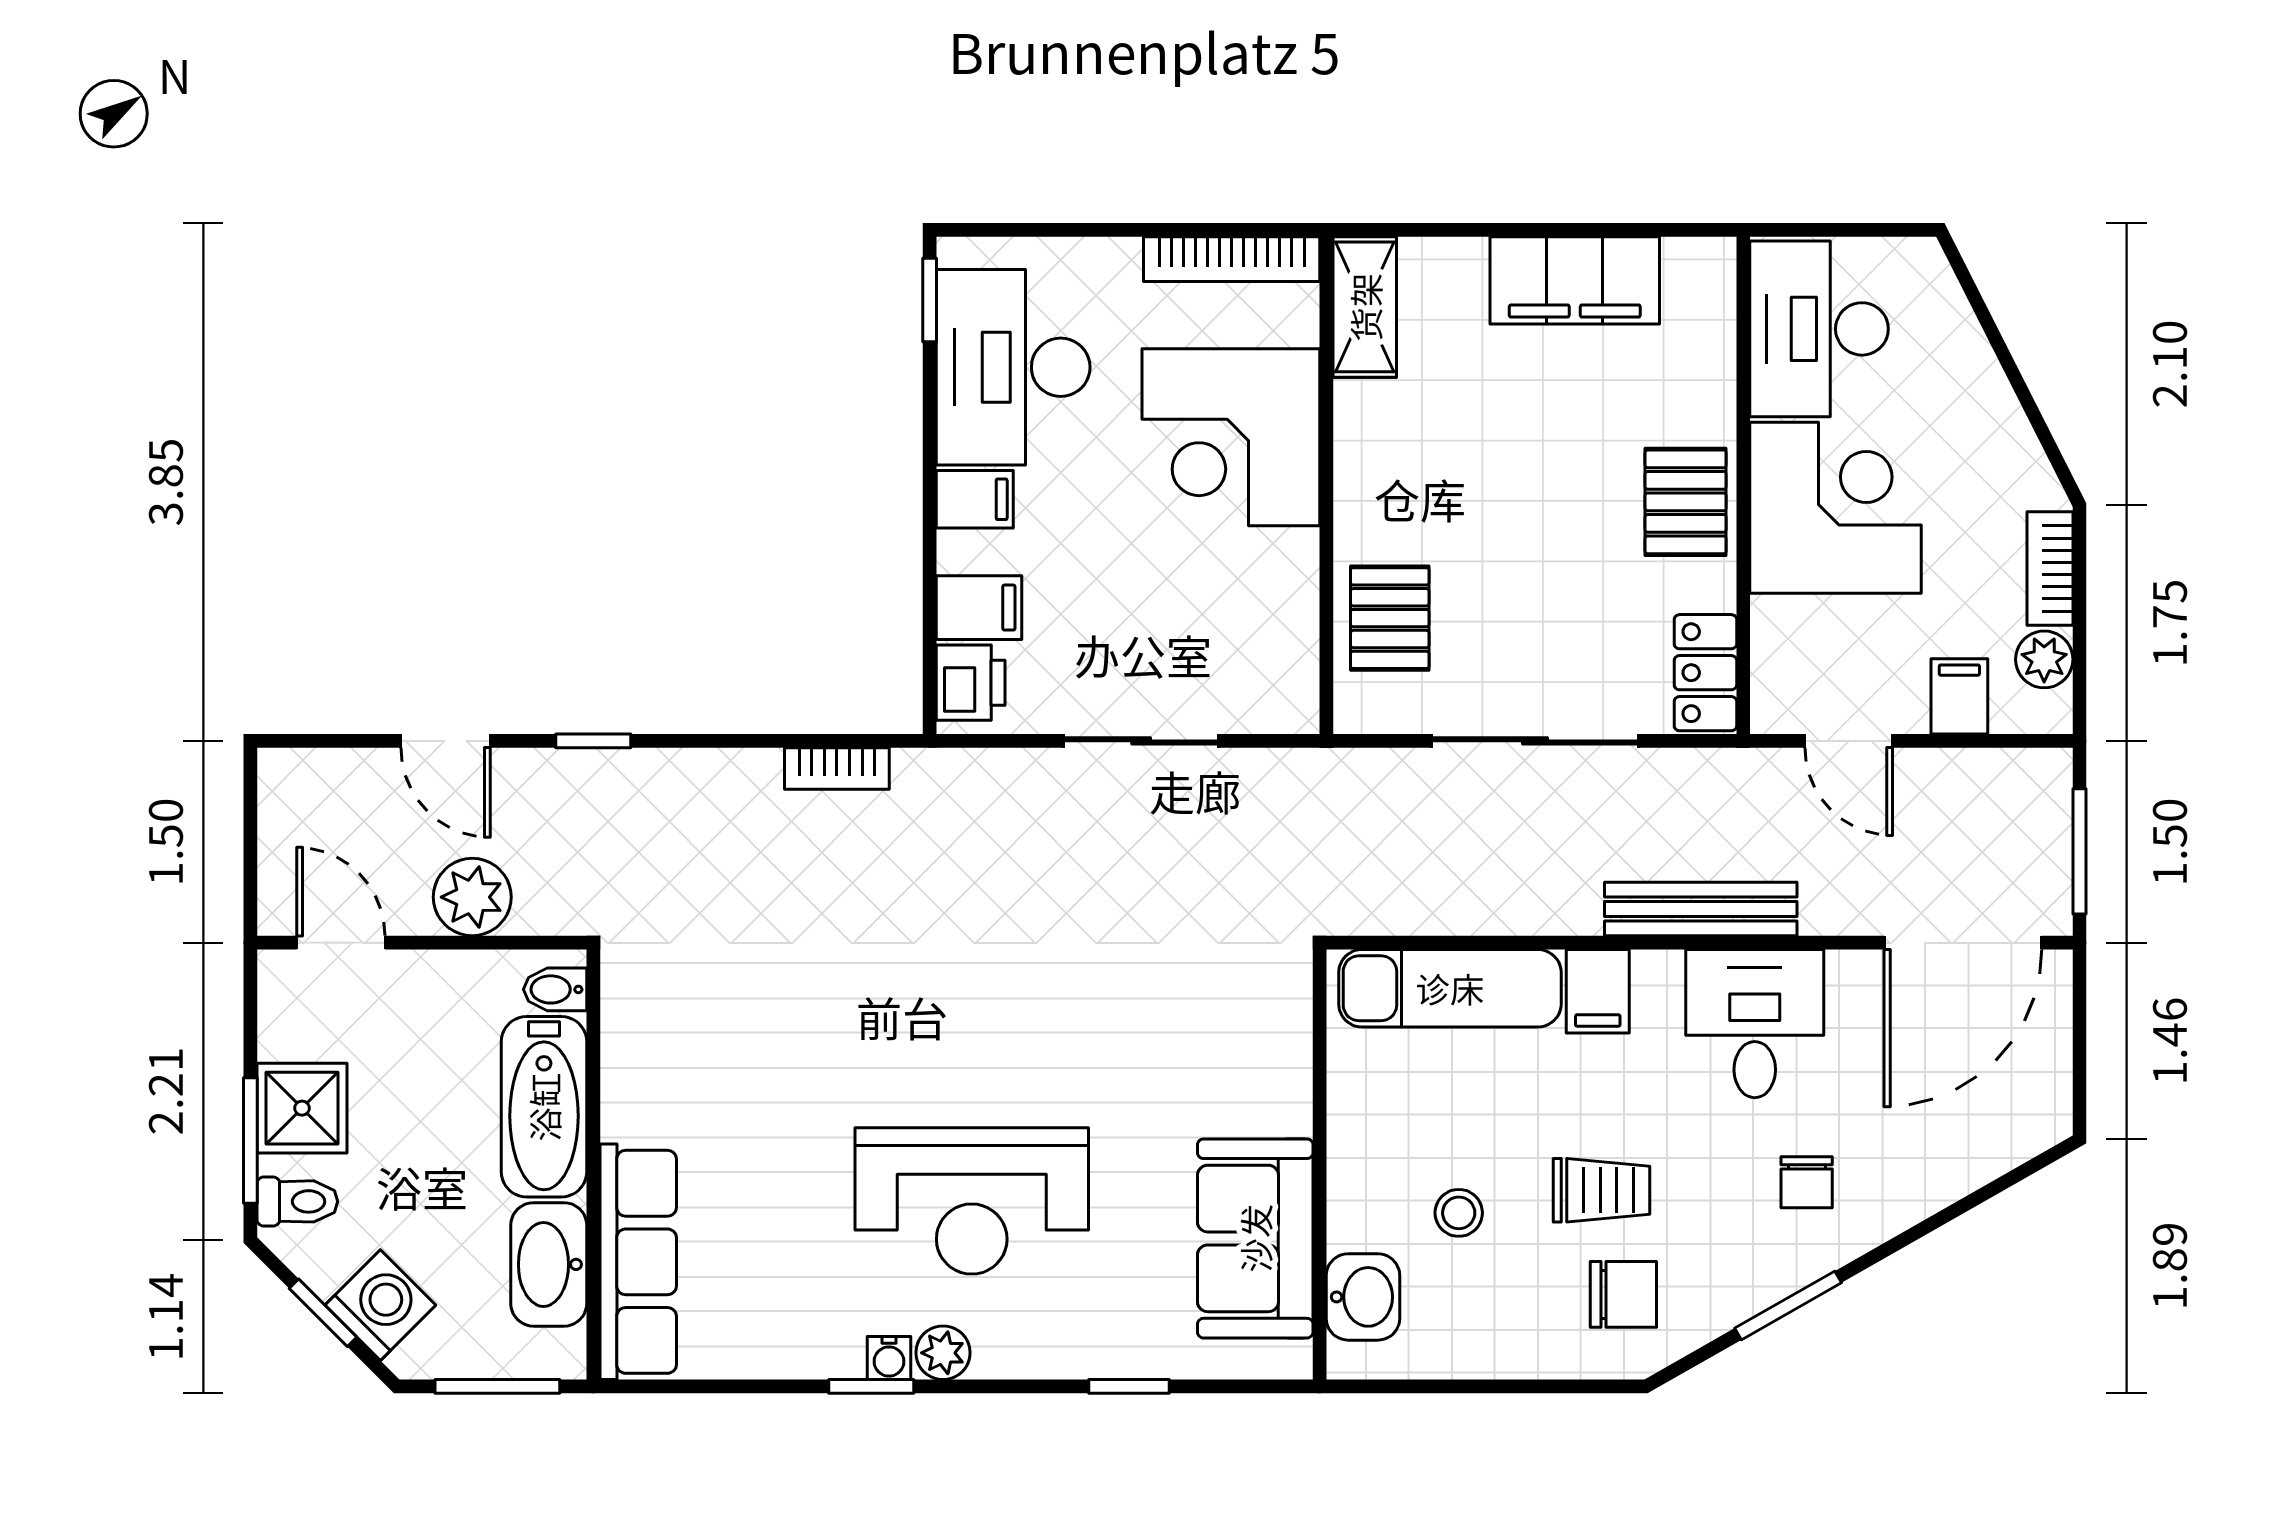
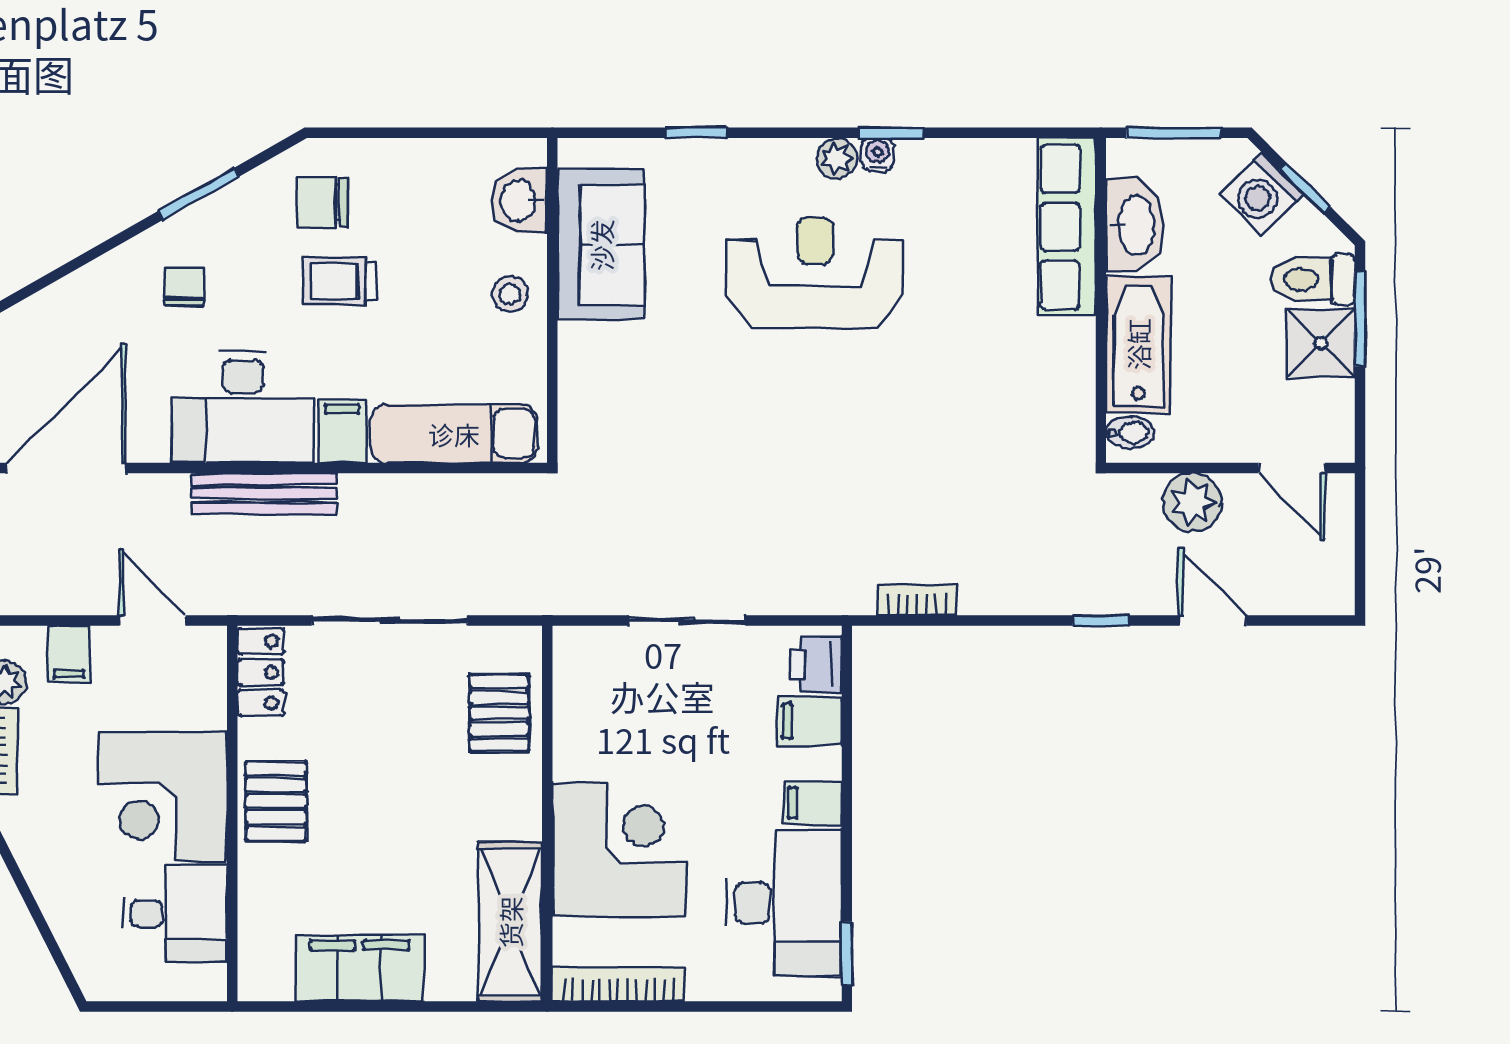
shelving: (1365, 307) -> (510, 922), width x1.50, depth x1.33
desk: (1819, 329) -> (175, 914), width x0.73
desk: (1755, 1024) -> (243, 407), width x1.37
toilet: (297, 1201) -> (1313, 279), width x1.37, depth x1.39
stool: (1459, 1213) -> (510, 294), moved

